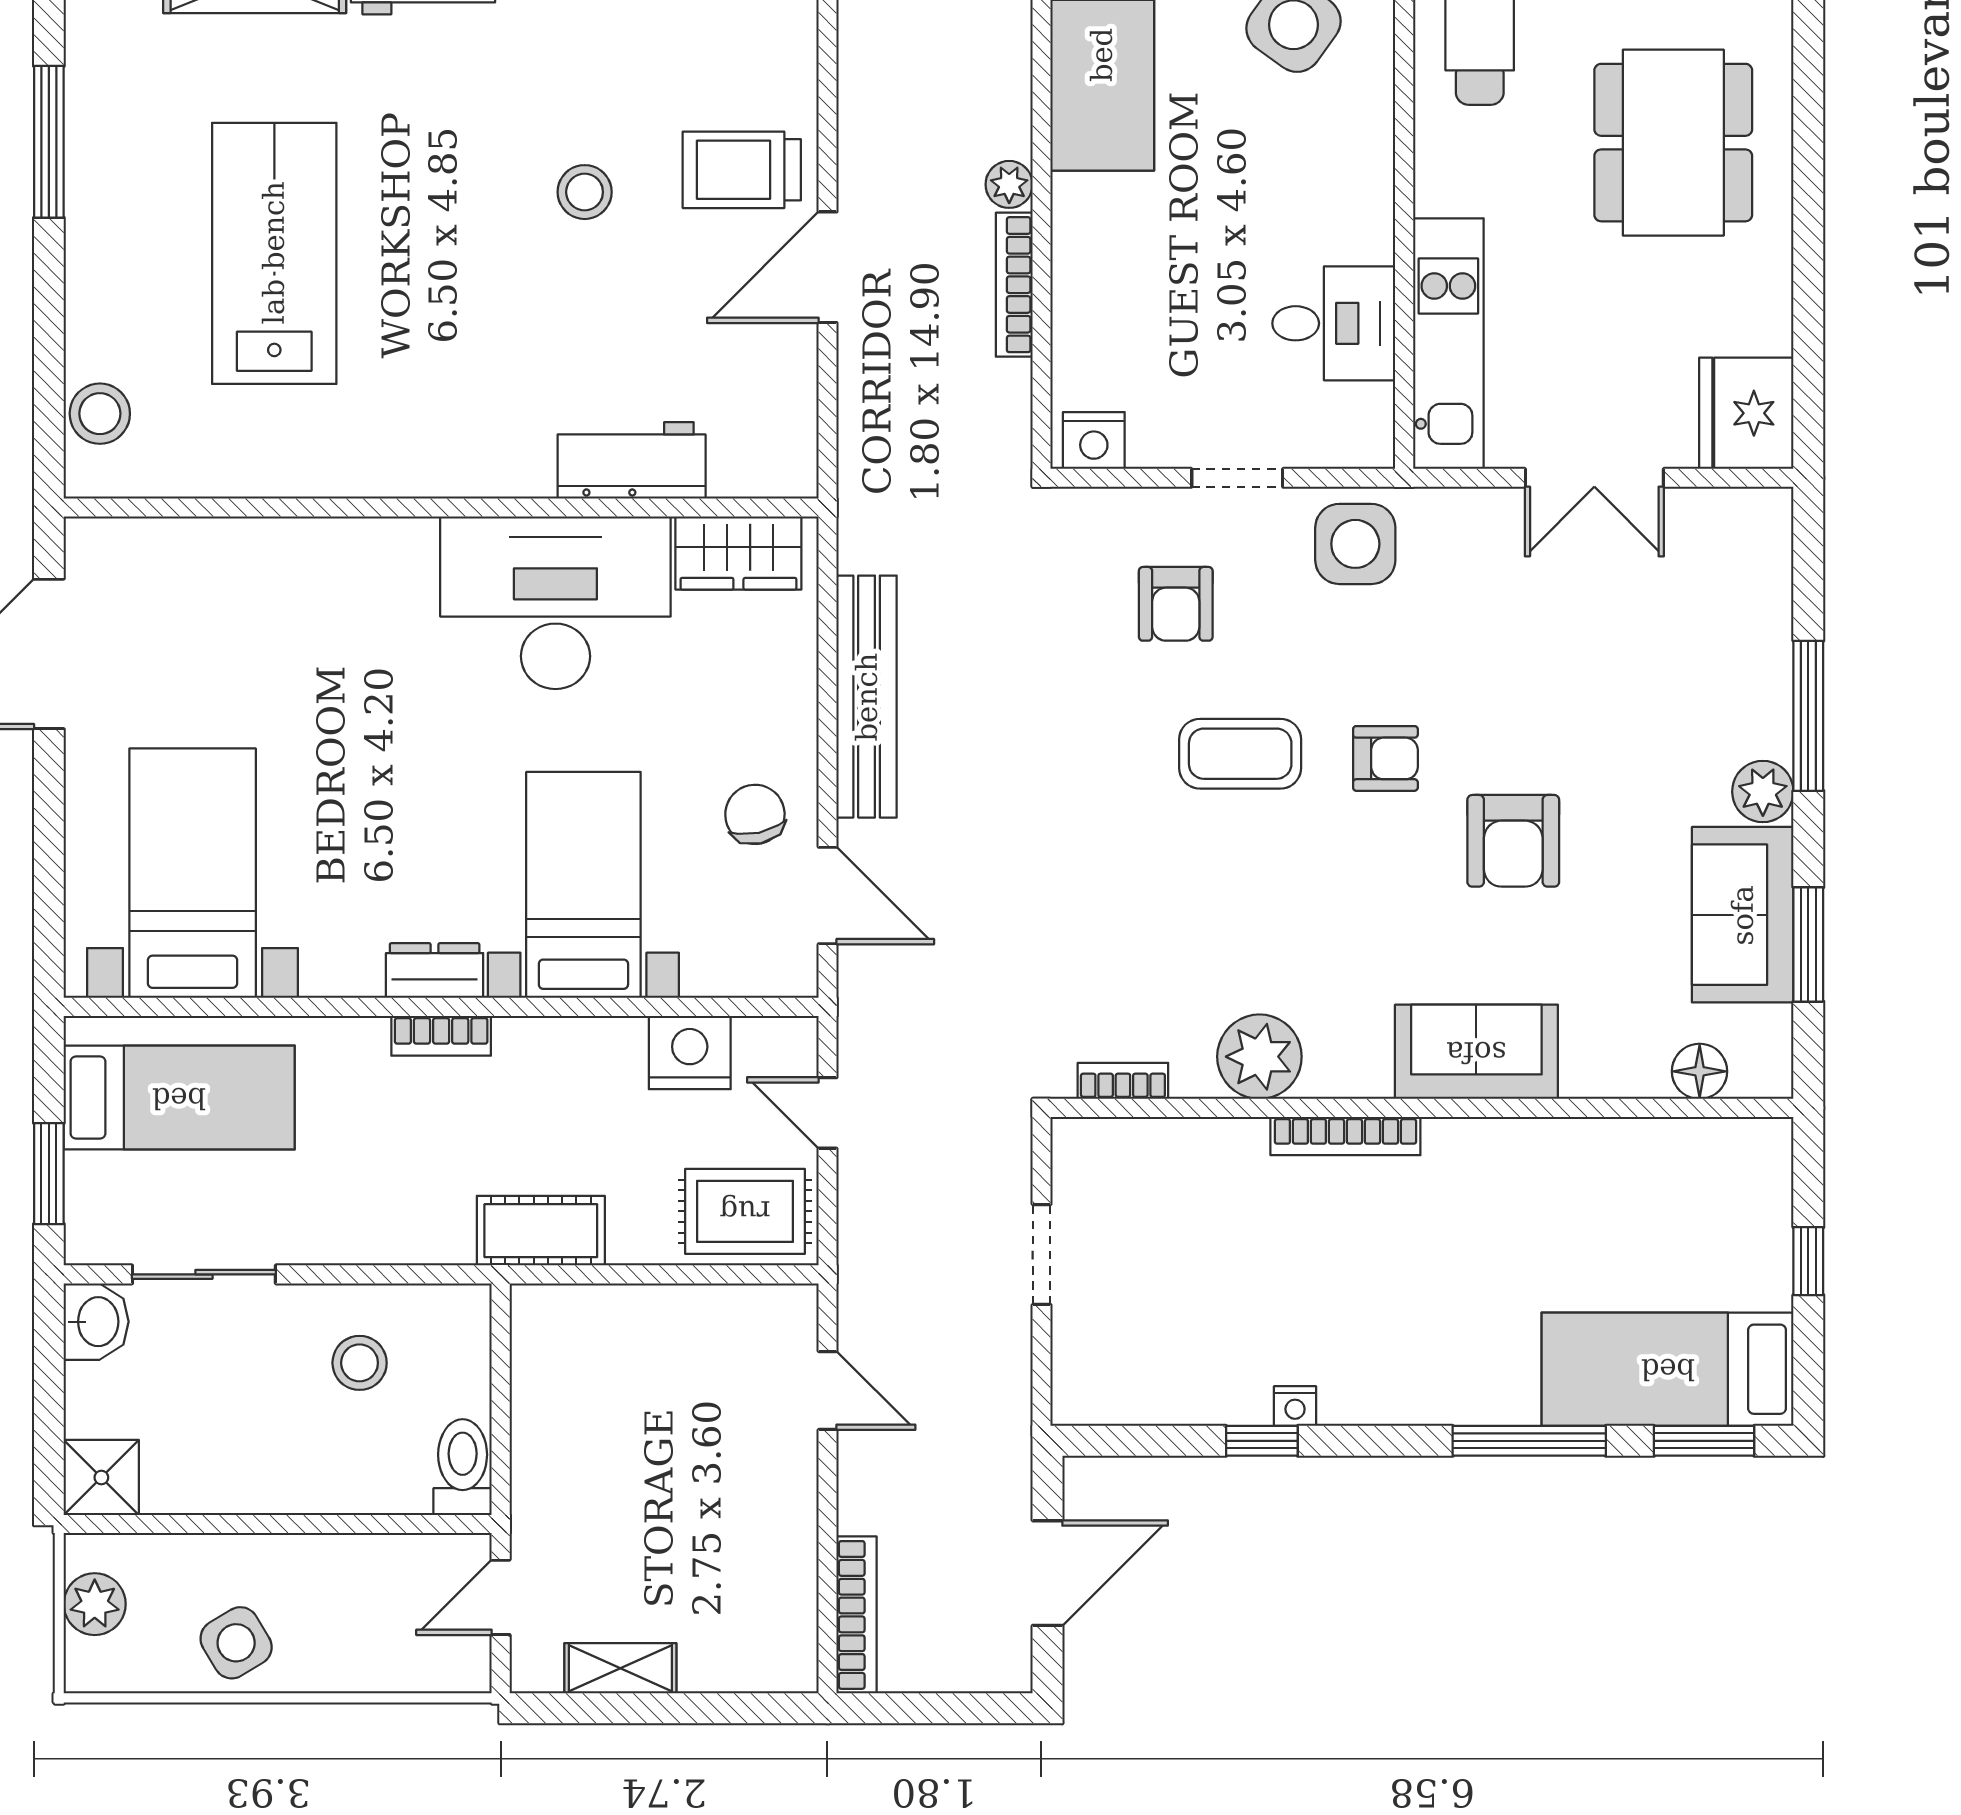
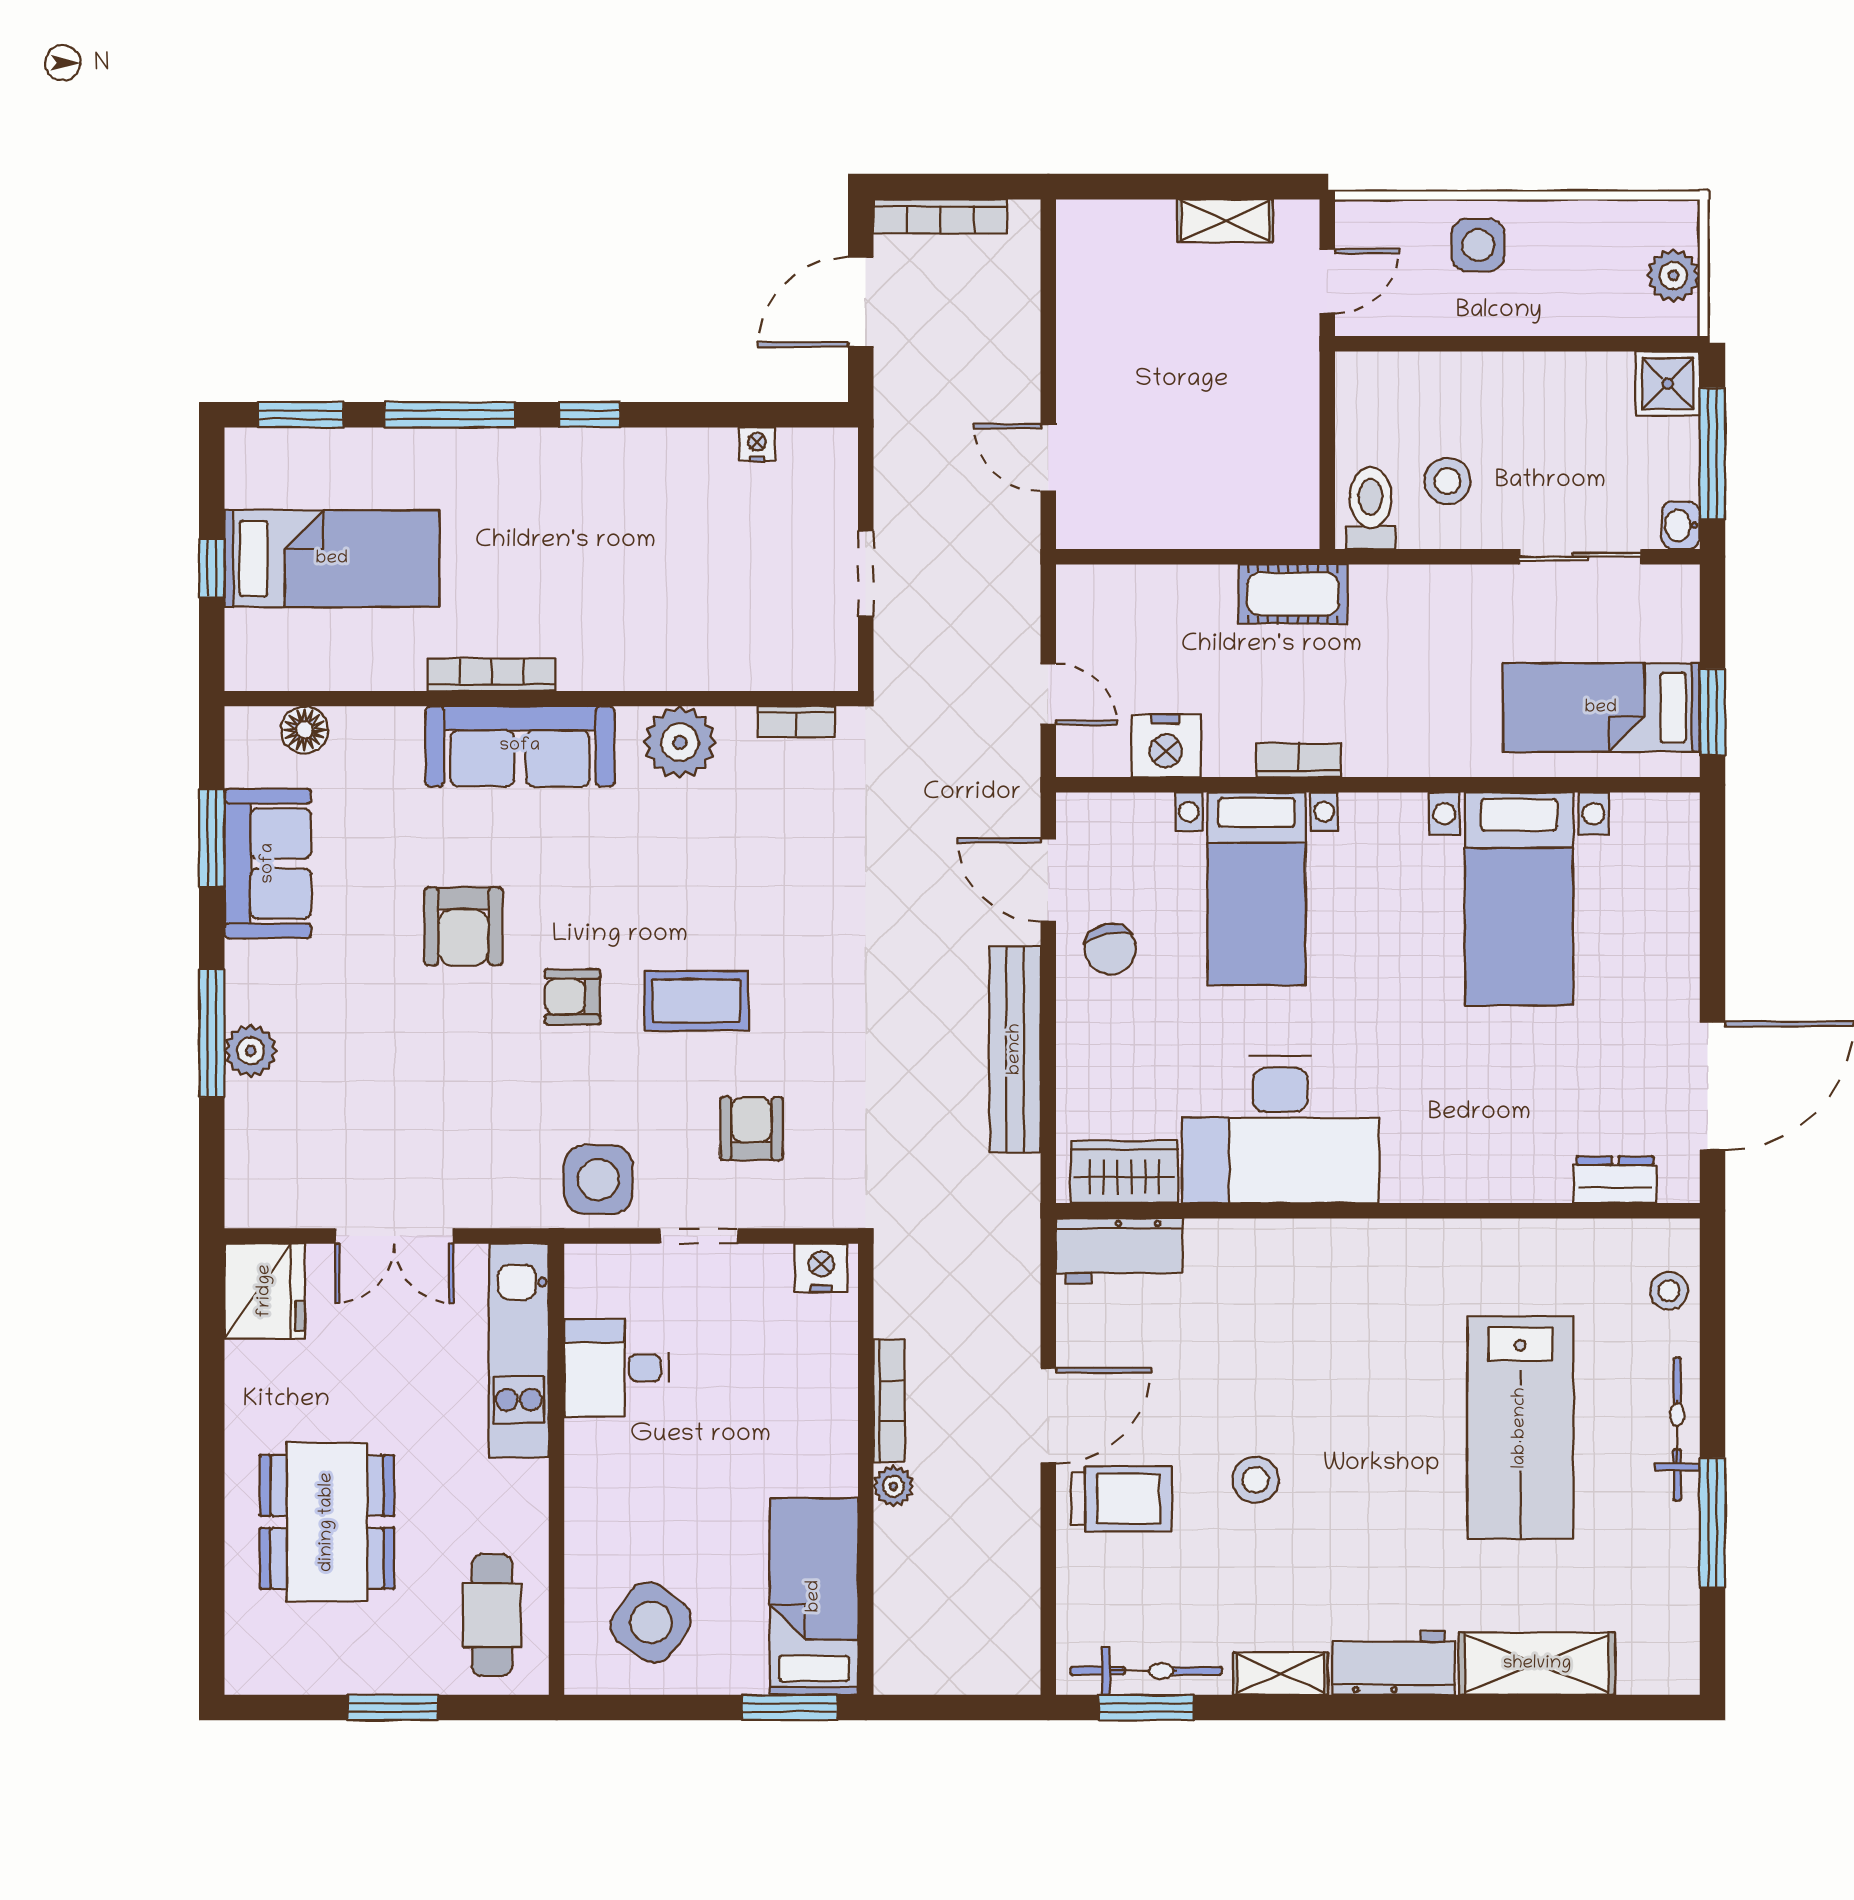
bicycle: (90, 251) -> (1677, 1429), added
stool: (100, 414) -> (1669, 1291), width x0.73, depth x0.73
workbench: (632, 460) -> (1119, 1251), moved
double door: (1594, 478) -> (394, 1236), swing flipped
plant: (1763, 792) -> (251, 1051), moved
armchair: (1513, 841) -> (464, 926), turned 180
bed with nightstands: (193, 873) -> (1519, 899), moved
dresser: (435, 971) -> (1615, 1180), moved, turned 180
bookcase: (441, 1036) -> (1299, 760), moved
sofa: (1476, 1052) -> (520, 746), width x1.36
bookcase: (1345, 1136) -> (491, 675), moved
window: (49, 1174) -> (1712, 712), moved
rug: (745, 1211) -> (1119, 610), removed
washbasin: (96, 1322) -> (1681, 525), width x0.72, depth x0.69
bed: (1668, 1369) -> (332, 559), moved
window: (49, 1395) -> (1712, 454), added
nightstand: (1295, 1406) -> (757, 444), moved
window: (1262, 1441) -> (590, 415), moved
toilet: (463, 1467) -> (1371, 508), moved, turned 180
bookcase: (857, 1615) -> (940, 216), moved, turned -90
side table: (236, 1643) -> (1478, 245), moved, turned 31

